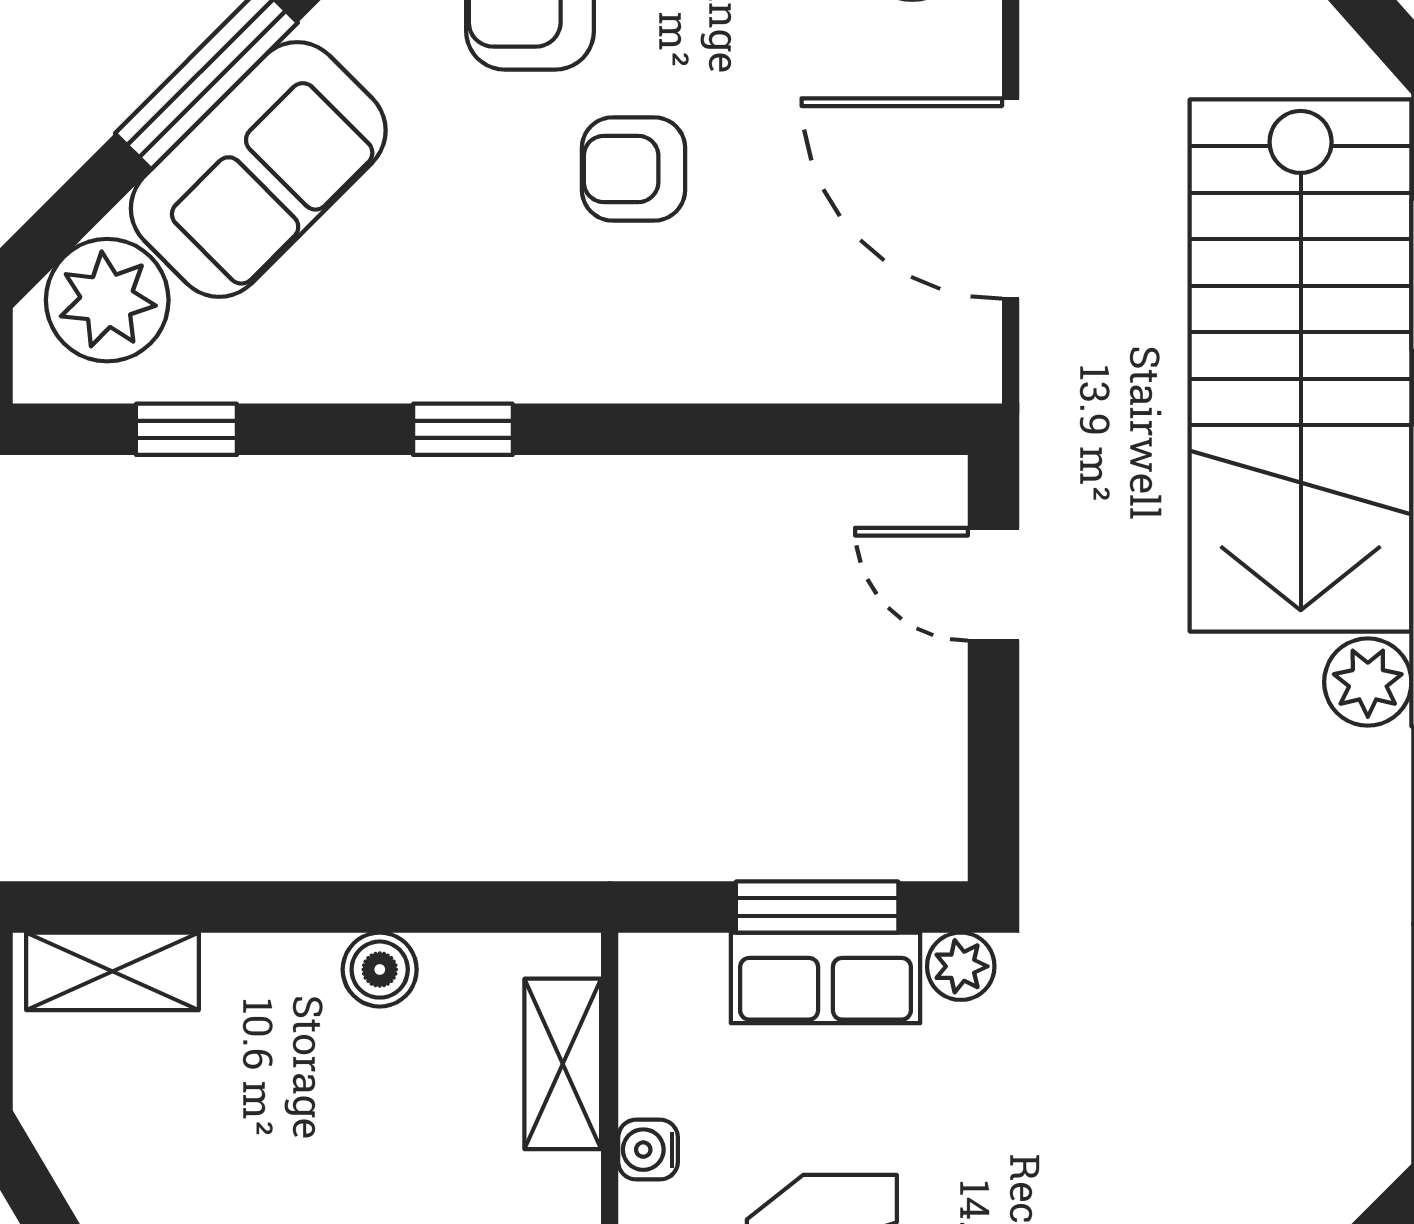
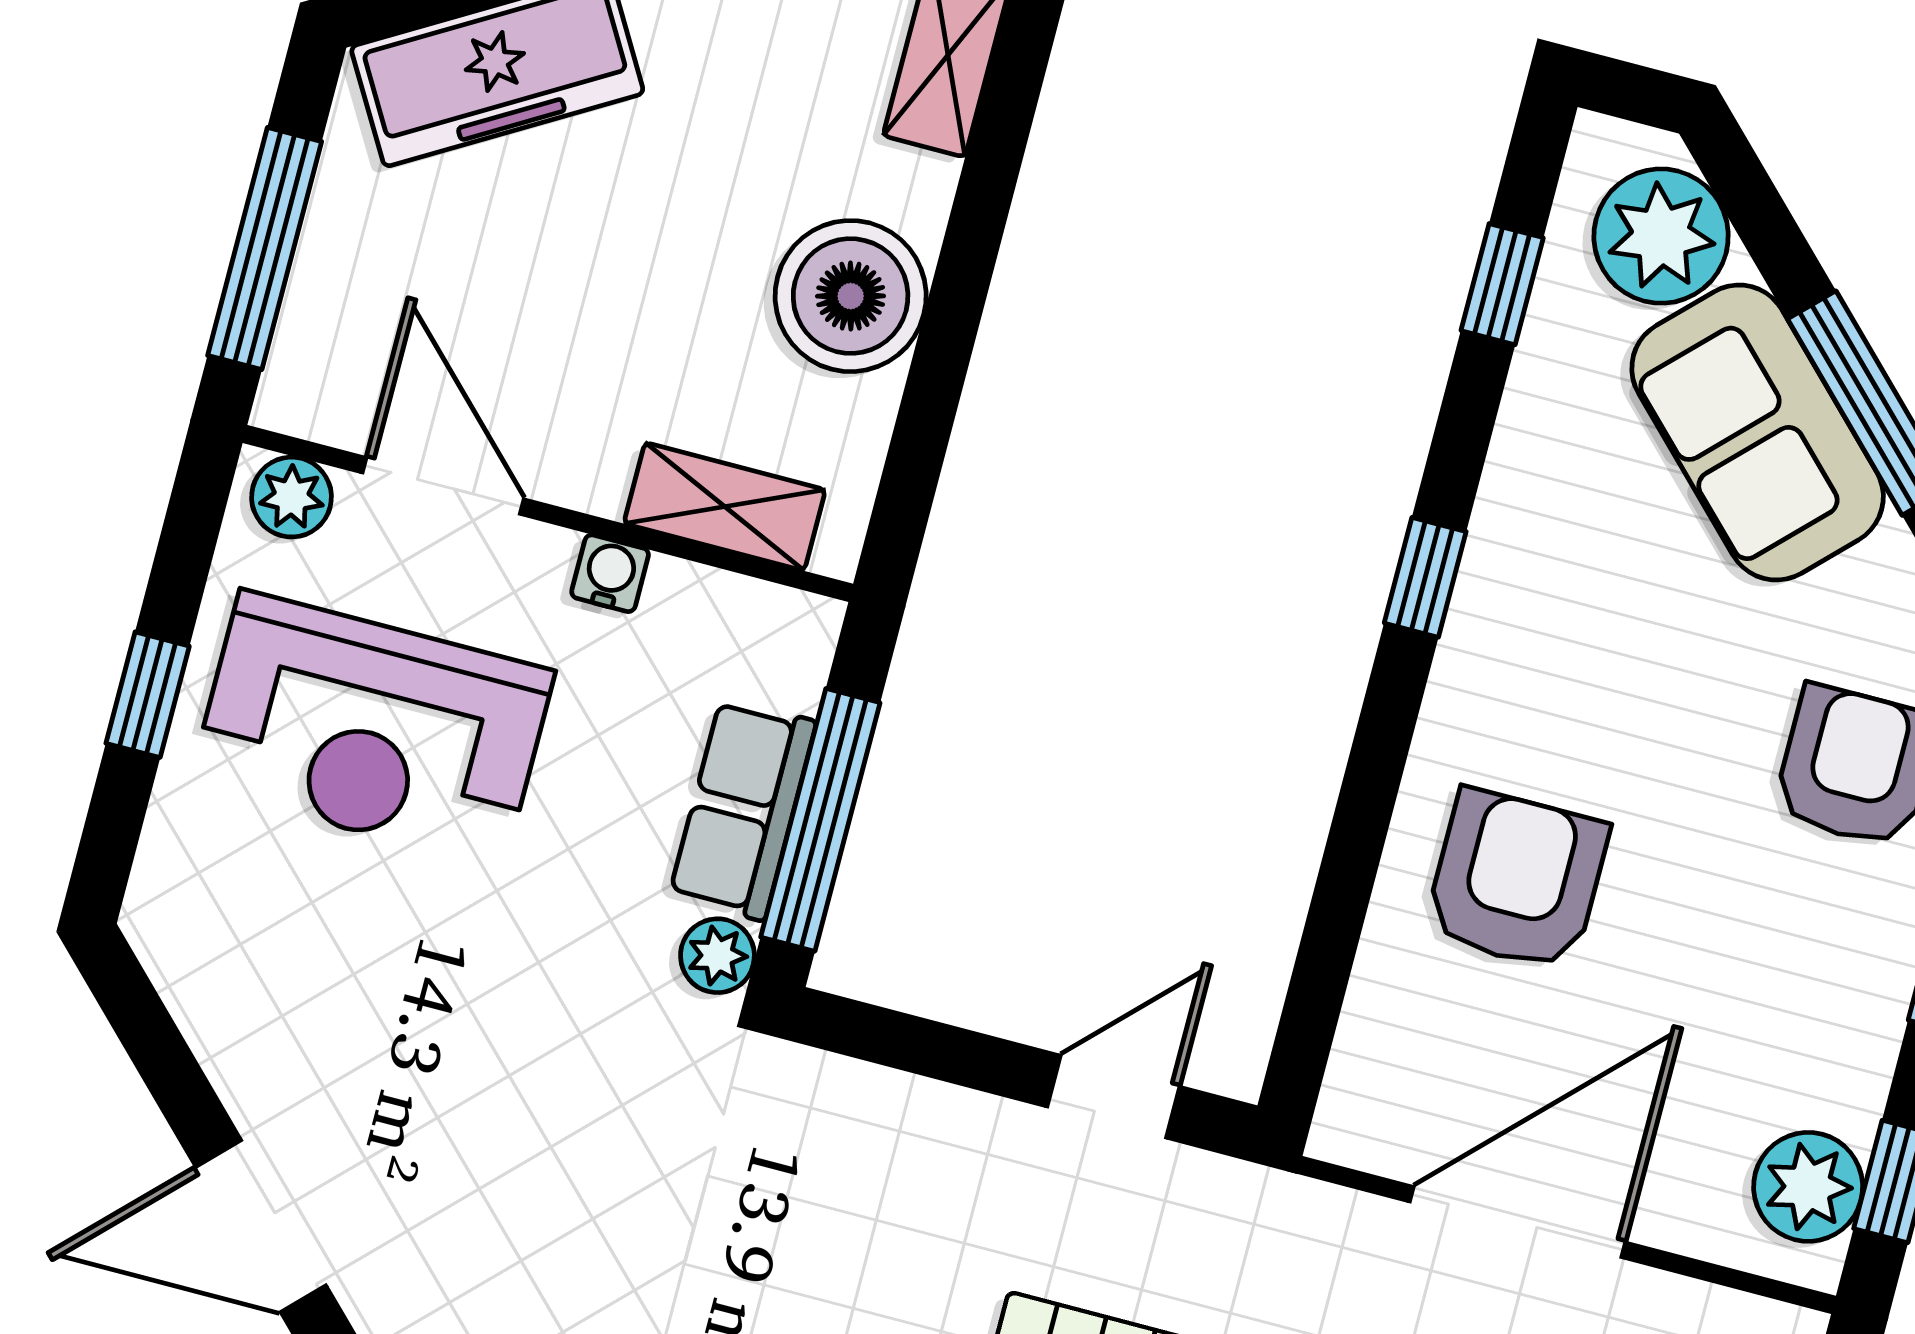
armchair: (633, 169) -> (1517, 880), moved, width x1.38, depth x1.38
window: (817, 907) -> (820, 820), width x1.44
boiler: (380, 970) -> (851, 296), width x1.86, depth x1.86

